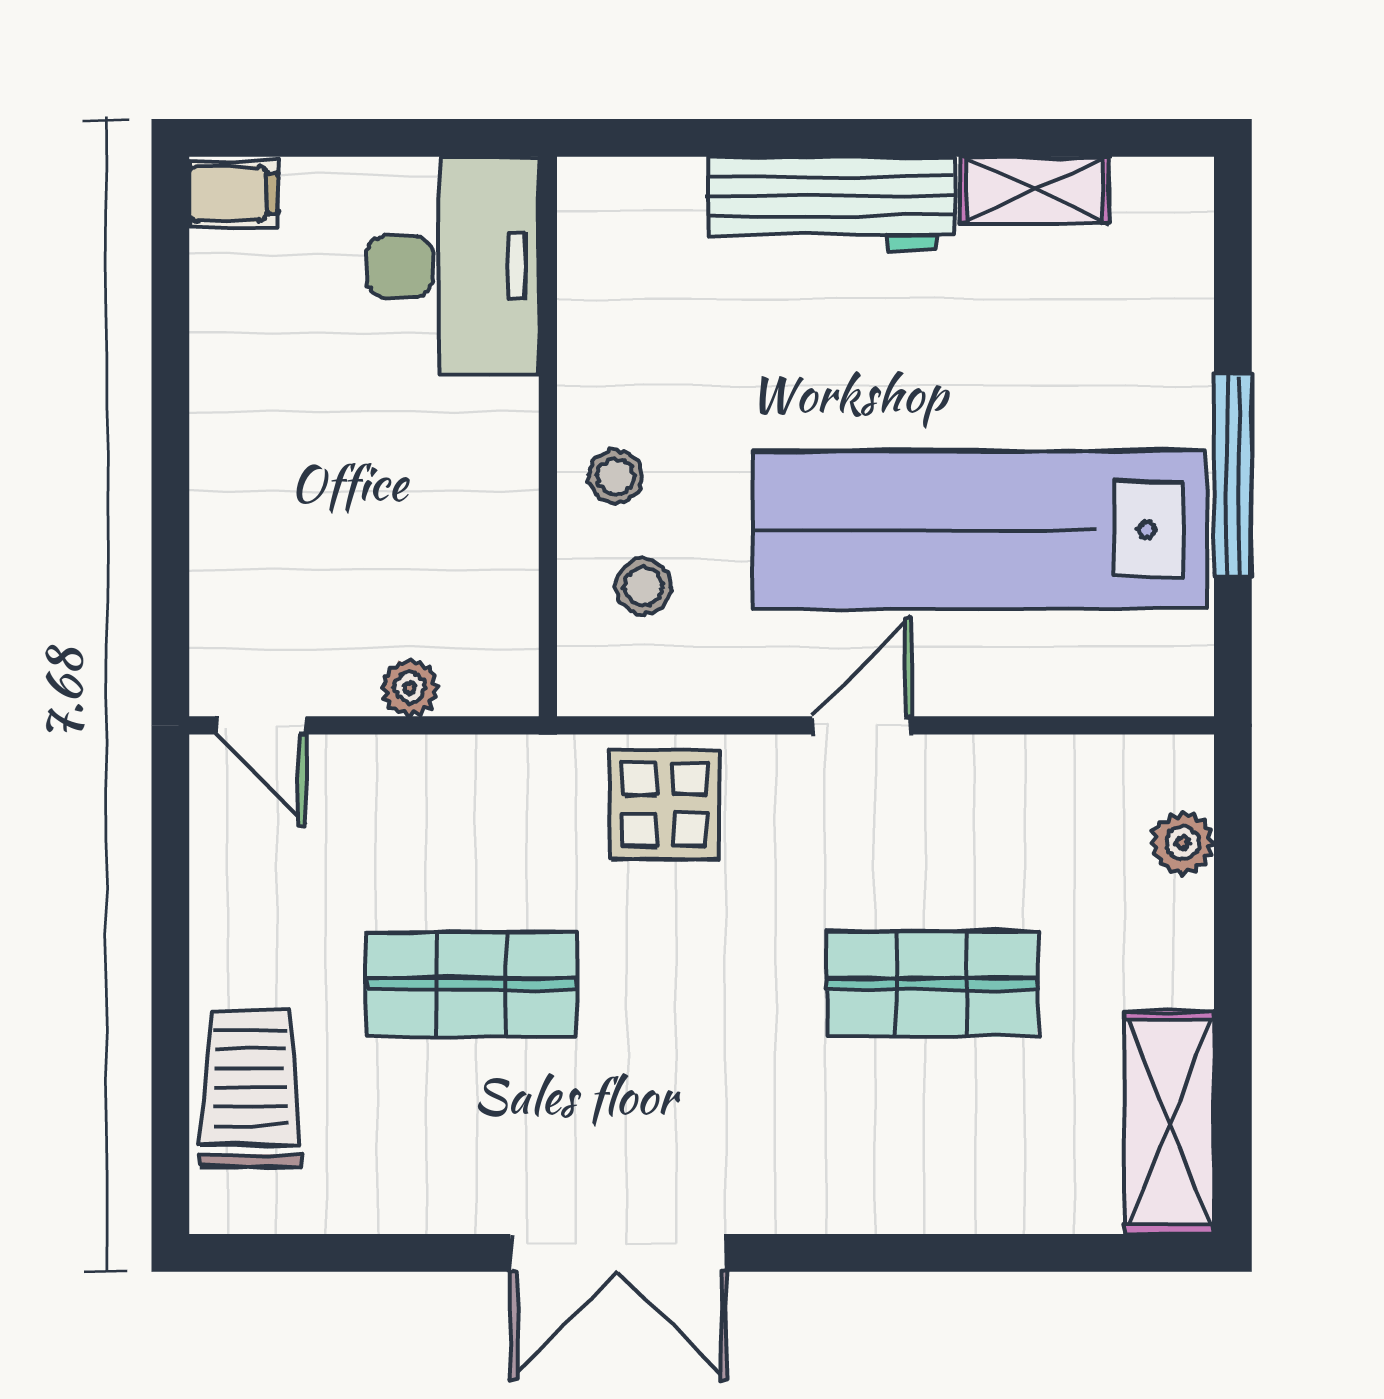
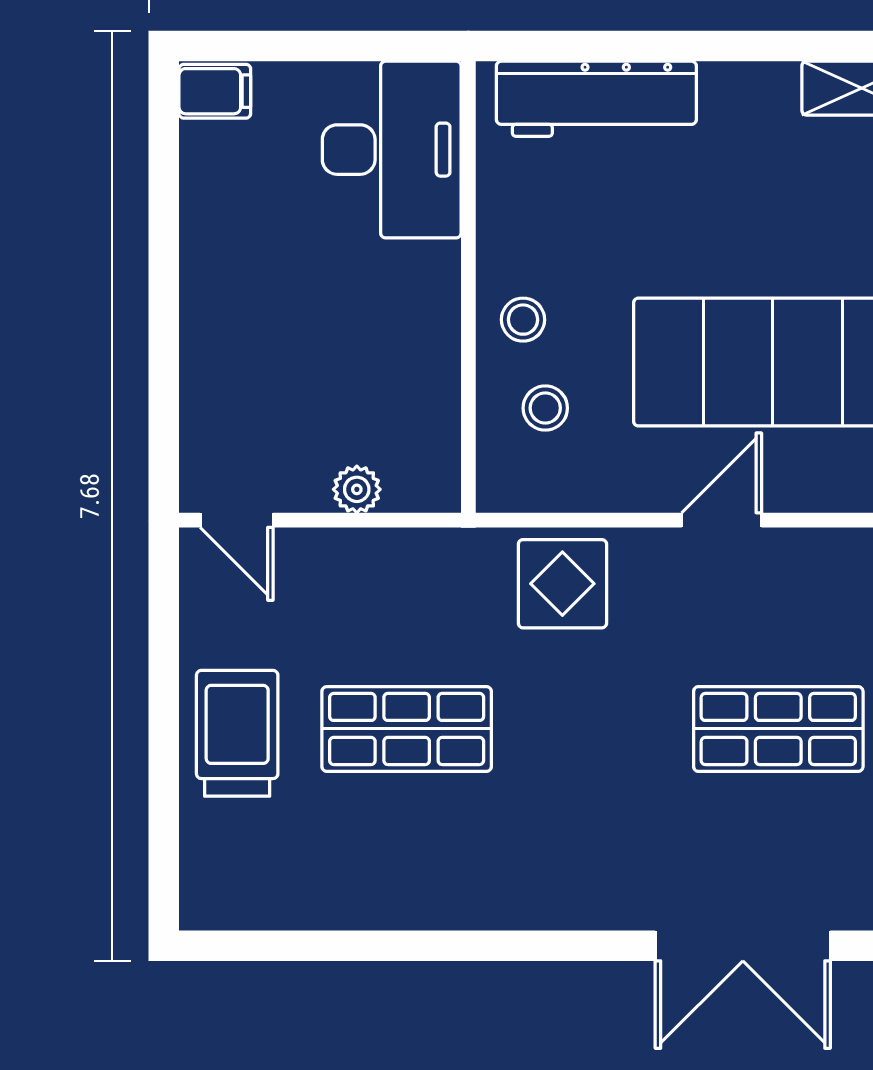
workbench: (831, 203) -> (596, 99), moved
trolley: (251, 1089) -> (237, 733), moved
double door: (619, 1253) -> (743, 946), moved

